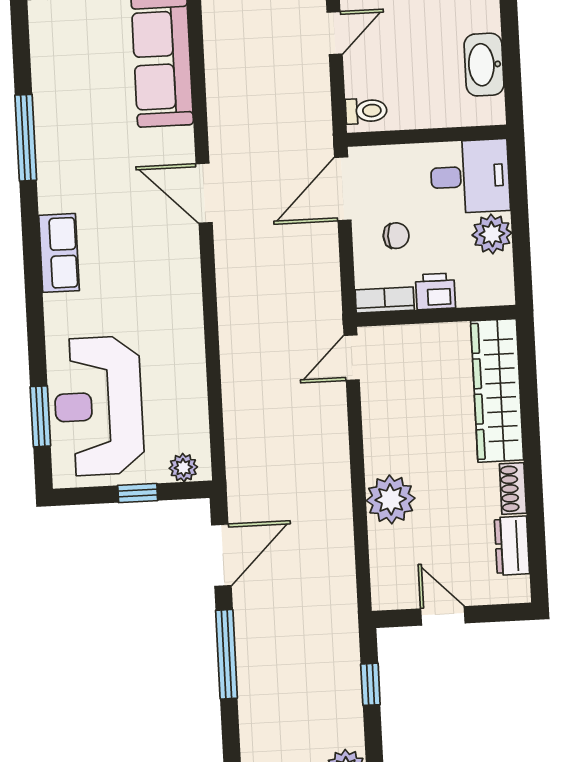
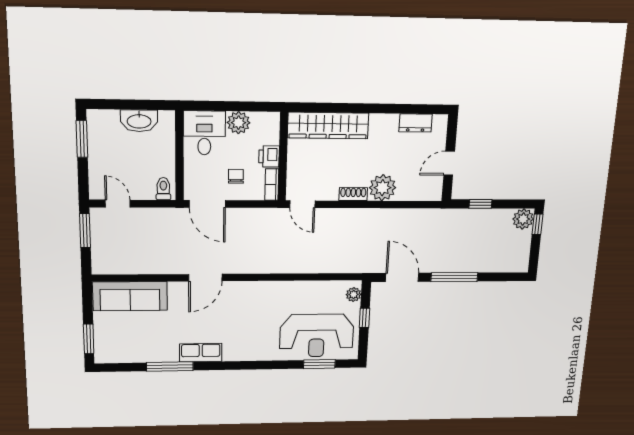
row of seats: (59, 253) -> (201, 353), moved
shoe rack: (513, 489) -> (353, 194), moved, turned 180

